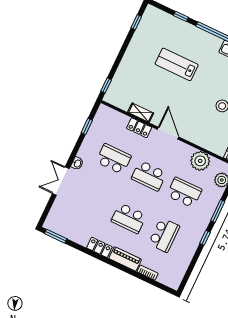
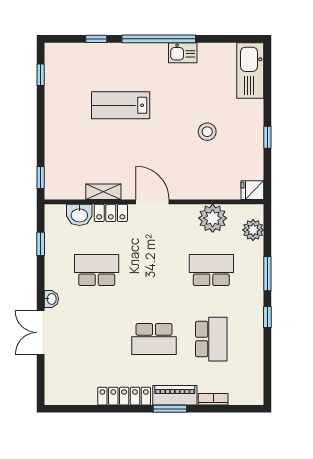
washbasin: (119, 120) -> (79, 215), added
school desk: (149, 176) -> (154, 270), removed
window: (56, 236) -> (170, 409), moved
locker: (99, 247) -> (124, 396), width x1.53

